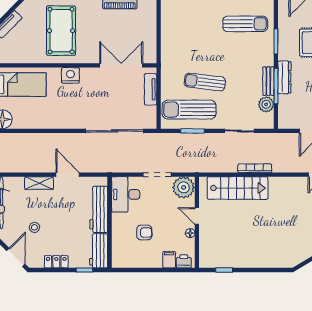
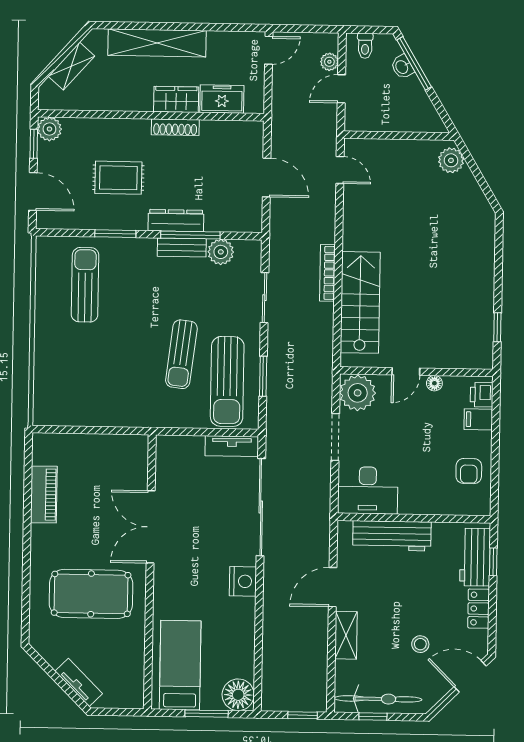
double door: (121, 65) -> (151, 527), moved
nightstand: (70, 75) -> (243, 581), moved, turned 180
tv unit: (151, 89) -> (232, 446), moved
armchair: (144, 233) -> (469, 471), moved, turned 180
workbench: (99, 251) -> (475, 557), moved, turned 90

